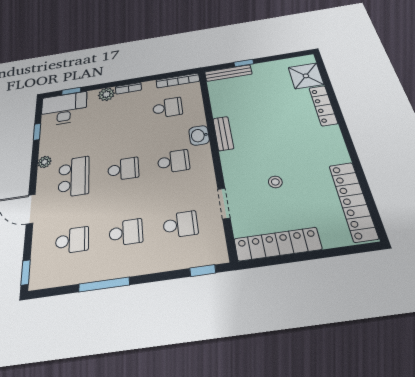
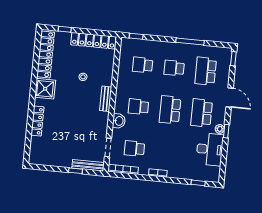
shower: (306, 76) -> (45, 89), moved
plant: (106, 94) -> (174, 172), removed
desk: (64, 109) -> (210, 149), moved, turned -90
window: (37, 132) -> (226, 131), moved
bench: (223, 133) -> (106, 99), moved
school desk: (123, 169) -> (170, 110), width x1.85
doorway: (224, 203) -> (108, 148), moved
school desk: (72, 240) -> (206, 71), width x1.85
window: (337, 252) -> (65, 29), added

